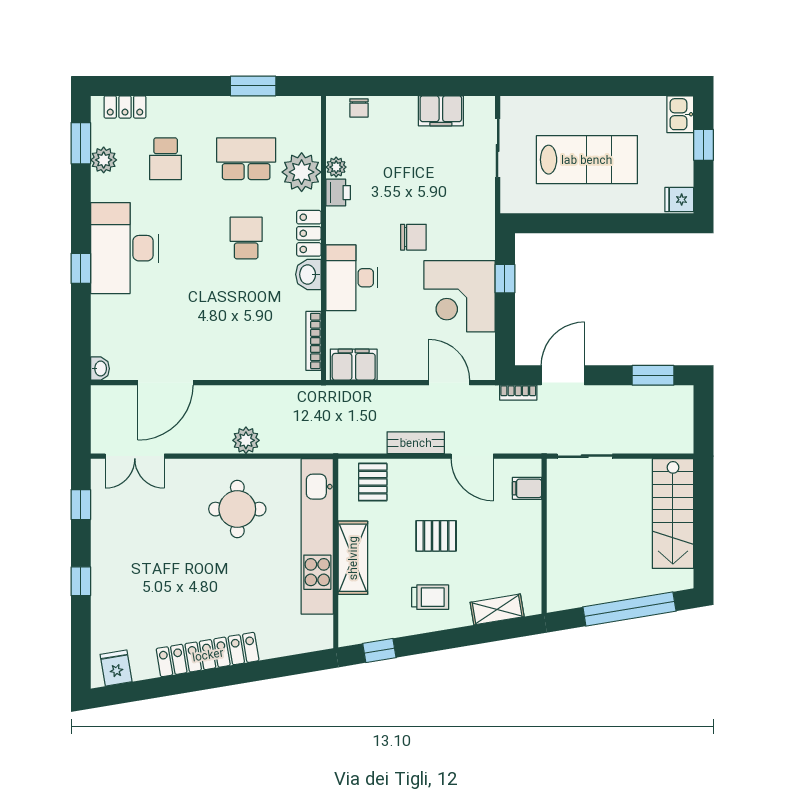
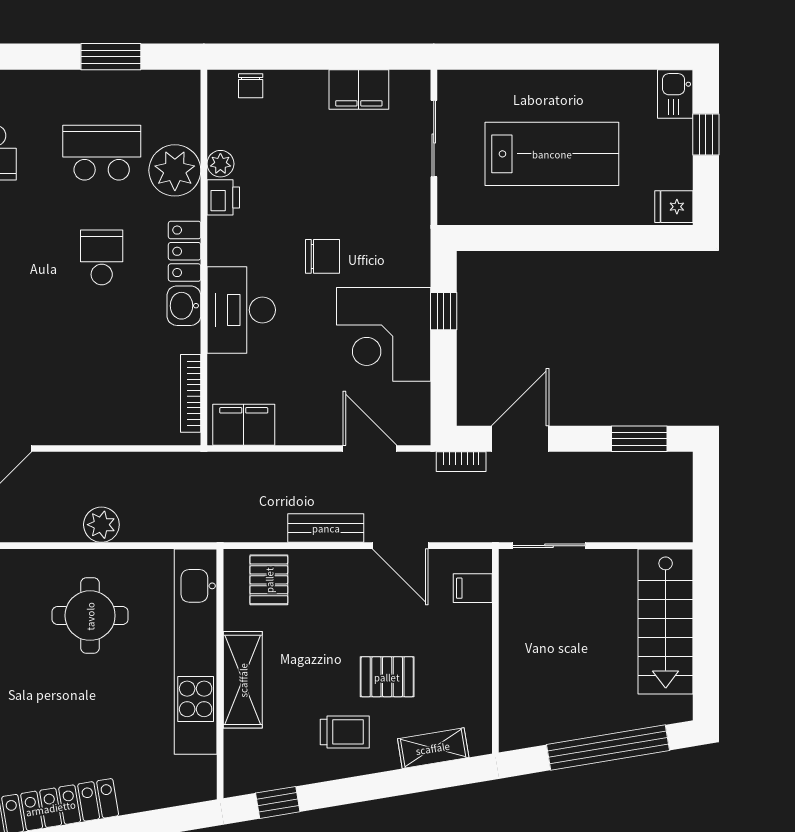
pallet: (436, 536) -> (387, 677), moved

